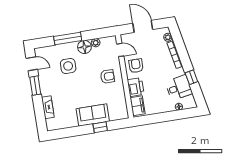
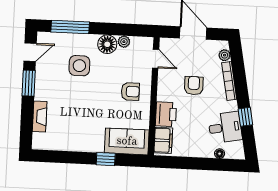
window: (68, 38) -> (70, 27), moved
door: (32, 64) -> (30, 52), hinge flipped
armchair: (136, 66) -> (194, 86), moved
sofa: (93, 115) -> (127, 141), moved

